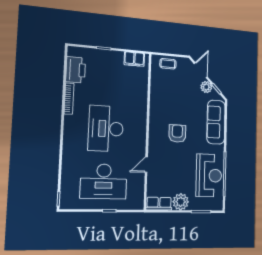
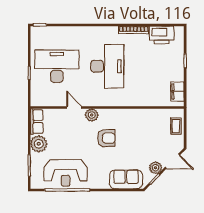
sofa: (216, 122) -> (126, 179), width x0.73
desk: (106, 129) -> (107, 66), turned 90
plant: (154, 147) -> (92, 115), added
desk: (104, 181) -> (57, 66), turned 90

